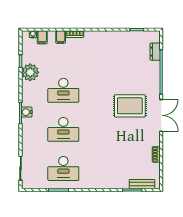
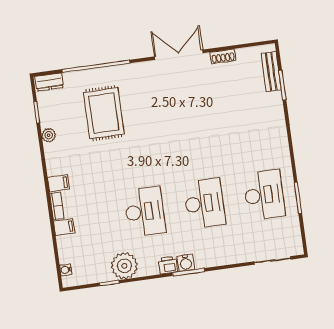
plant: (121, 35) -> (49, 135), added
filing cabinet: (42, 37) -> (58, 183), moved
dresser: (155, 52) -> (49, 82), moved
printer: (27, 100) -> (168, 265), added
rug: (130, 106) -> (104, 113), moved
double door: (161, 115) -> (179, 55), moved

